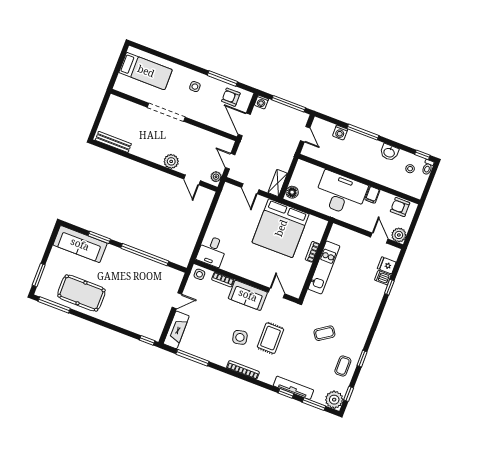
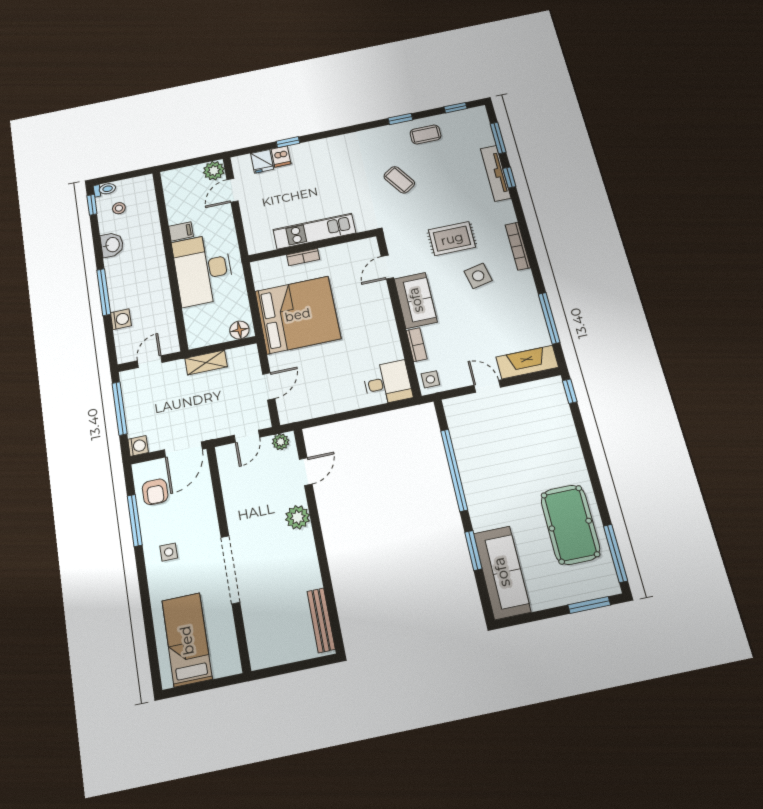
shelving: (278, 183) -> (206, 362), moved
armchair: (400, 207) -> (177, 190), removed
plant: (334, 400) -> (475, 119), removed

